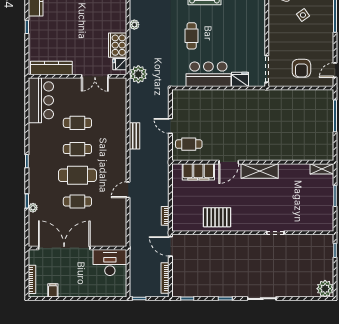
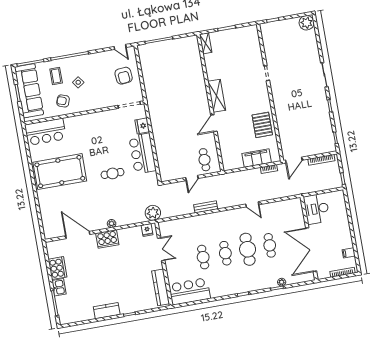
cooker: (118, 45) -> (107, 239), moved
armchair: (301, 68) -> (124, 76), turned 85
door: (229, 162) -> (214, 123), swing flipped
filing cabinet: (198, 172) -> (257, 158), moved, turned -90

